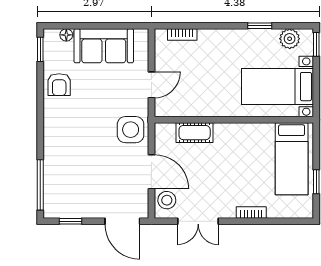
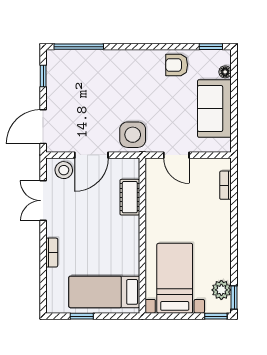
window: (260, 26) -> (234, 297), moved

